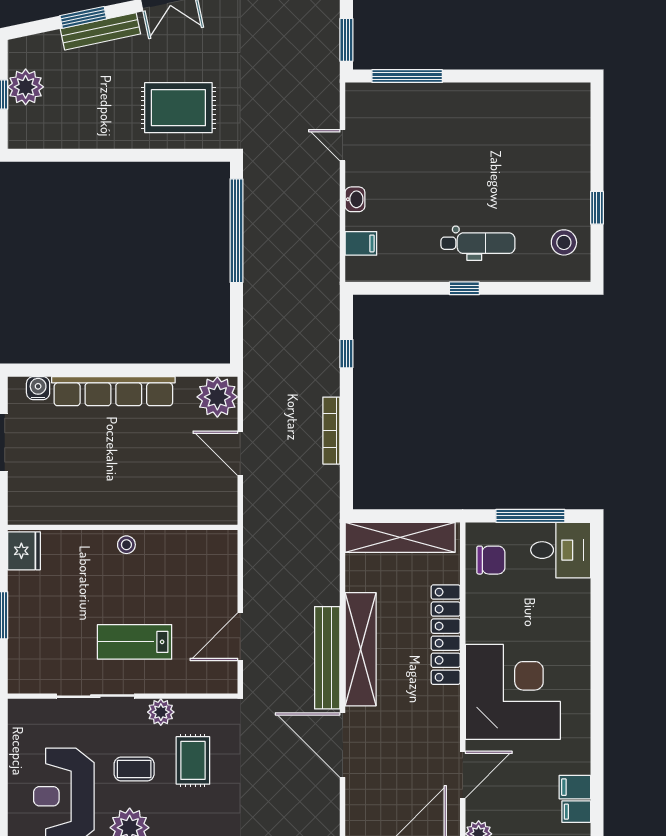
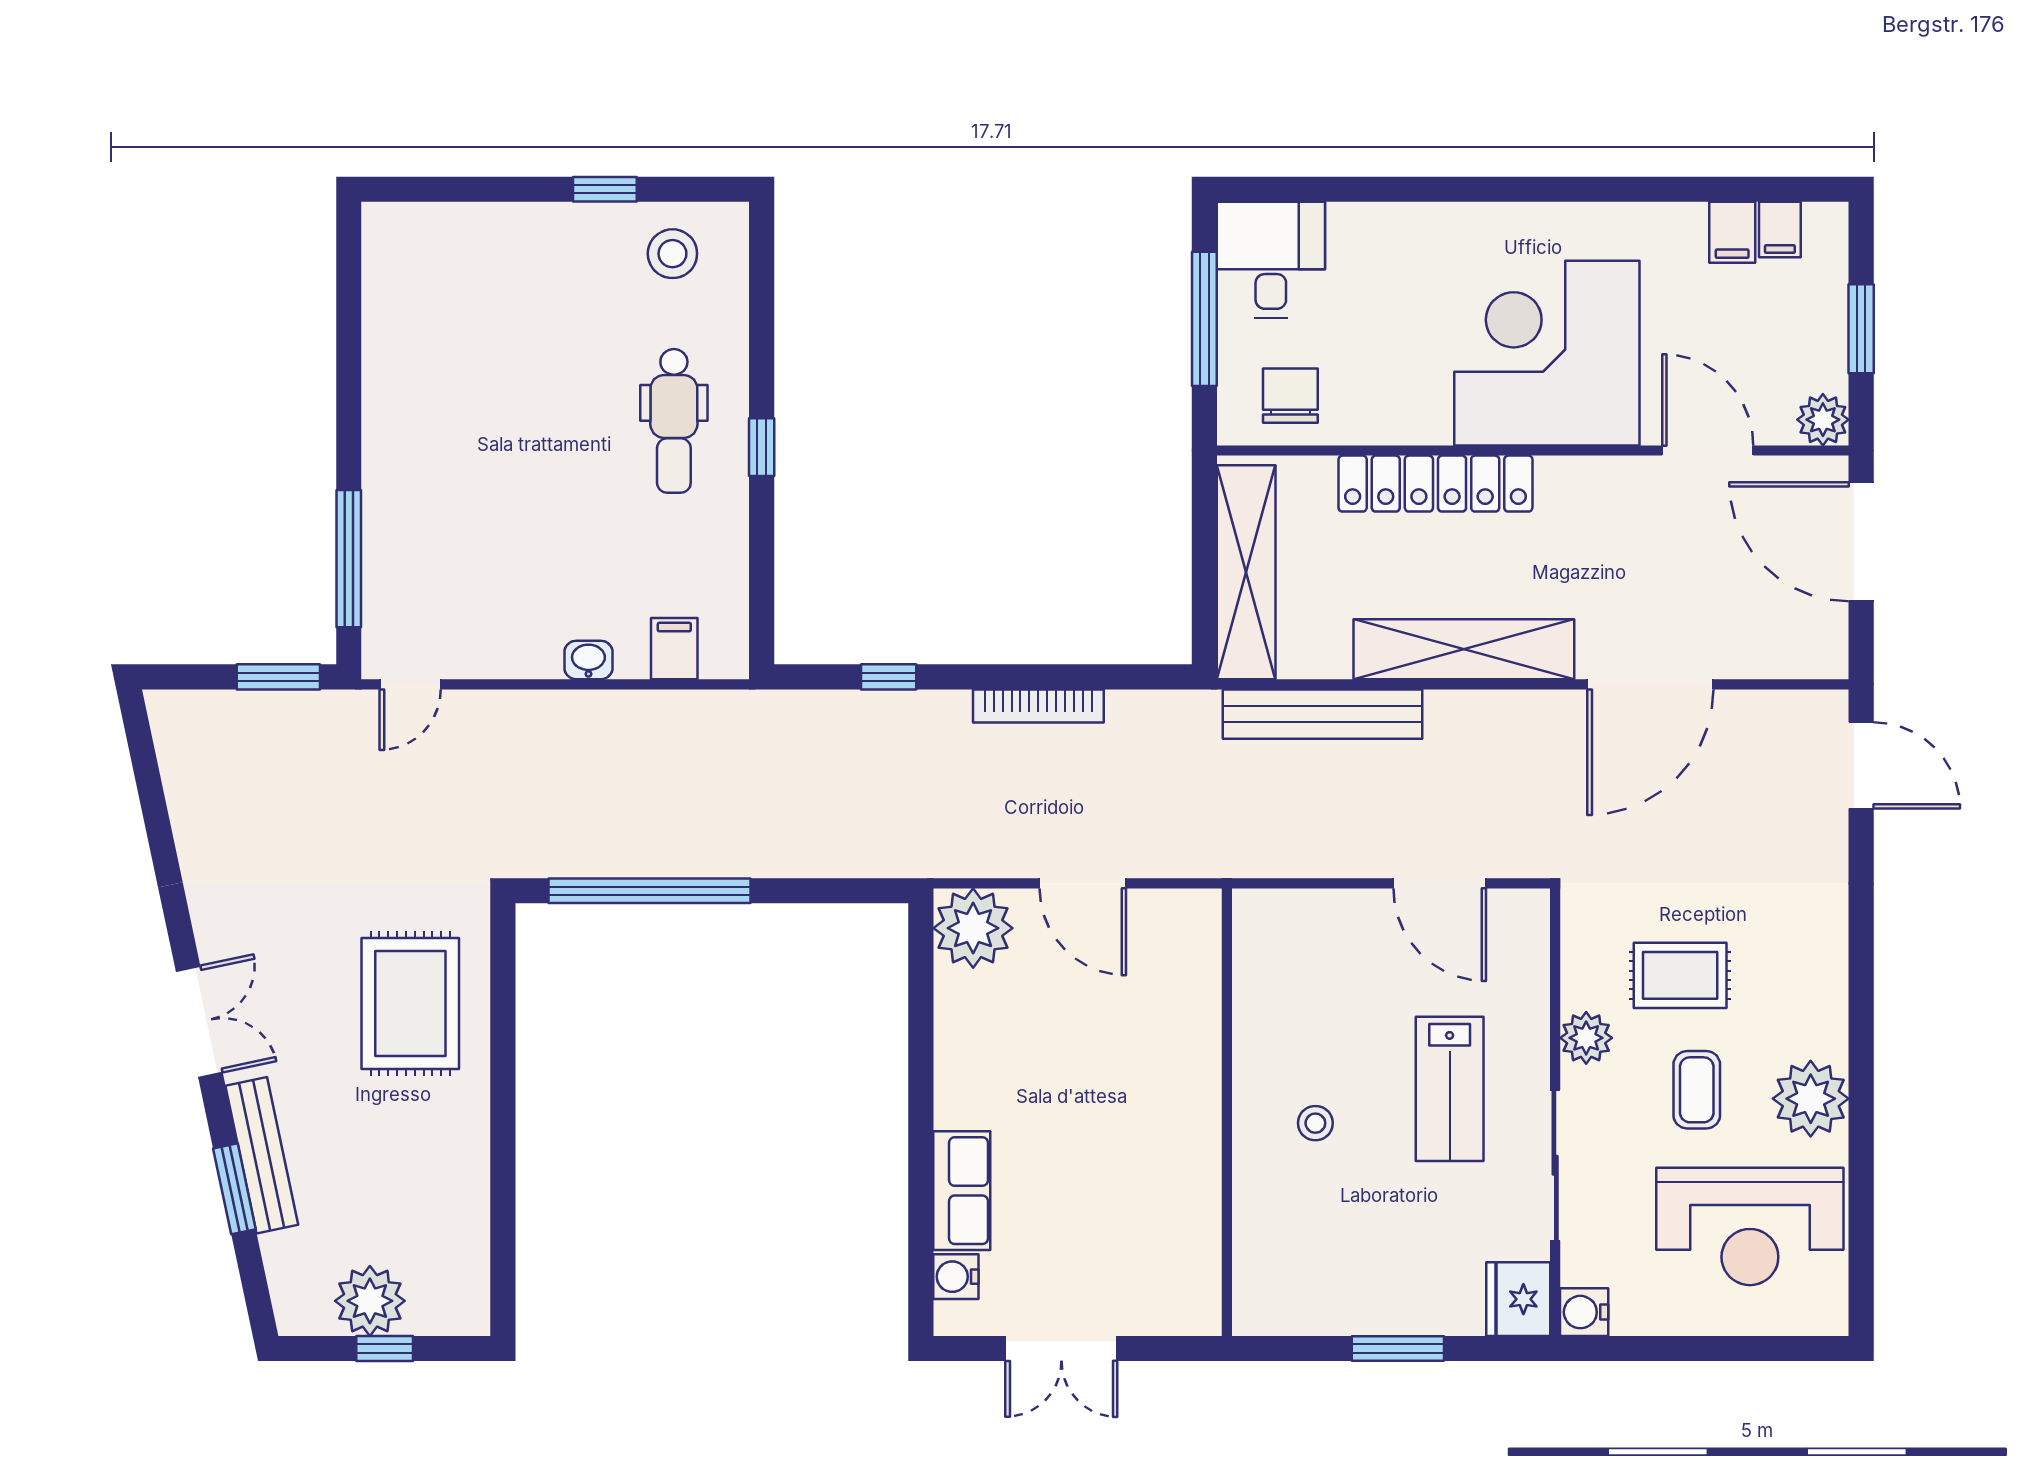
door: (343, 145) -> (410, 684), moved
dental chair: (478, 243) -> (674, 421), turned 180
row of seats: (113, 391) -> (962, 1191), width x0.50
door: (240, 453) -> (1083, 883), hinge flipped
stool: (126, 545) -> (1315, 1123), moved
fridge: (24, 551) -> (1518, 1299), moved, turned -90
bench: (327, 658) -> (1322, 714), moved
water cooler: (20, 711) -> (1584, 1312), added

